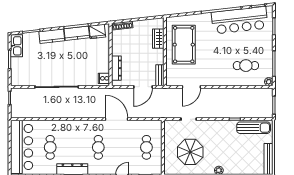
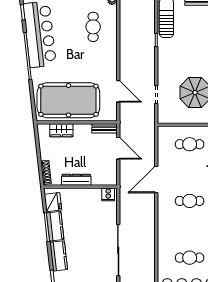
pool table: (184, 45) -> (68, 100), width x1.36, depth x1.32
dresser: (116, 68) -> (76, 180), moved

